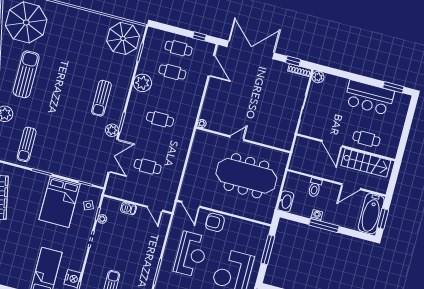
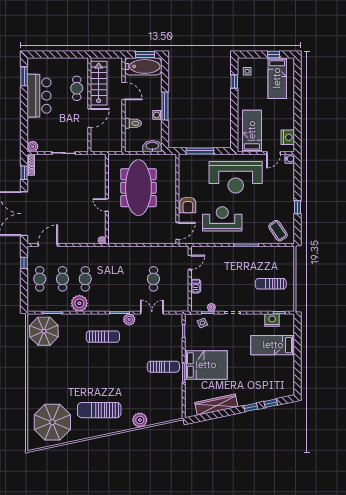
cafe table: (160, 119) -> (85, 279), moved
sun lounger: (27, 144) -> (163, 367), moved
double door: (113, 156) -> (152, 313), width x0.73
bed: (60, 202) -> (206, 365), moved

